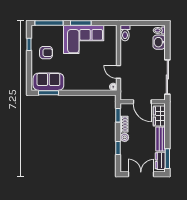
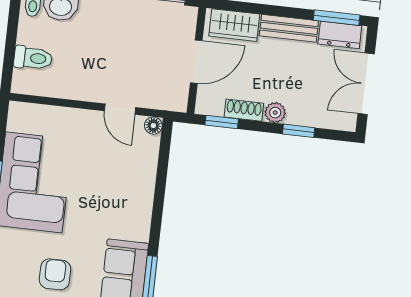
toilet: (125, 33) -> (33, 58), moved
door: (119, 72) -> (120, 109), hinge flipped

